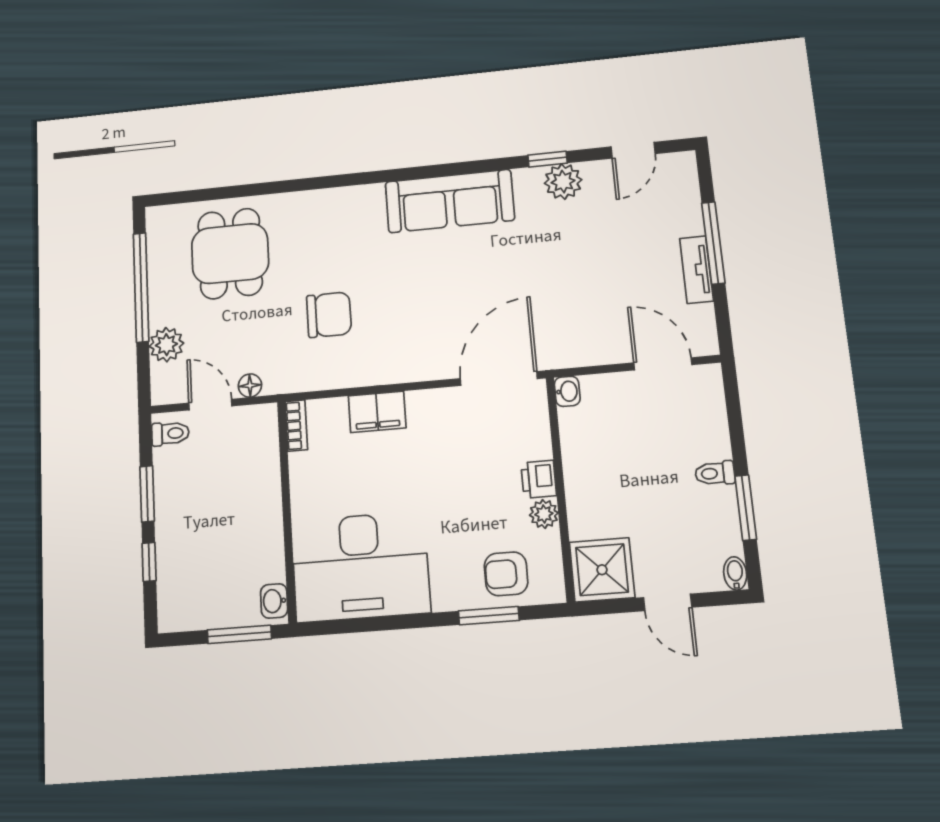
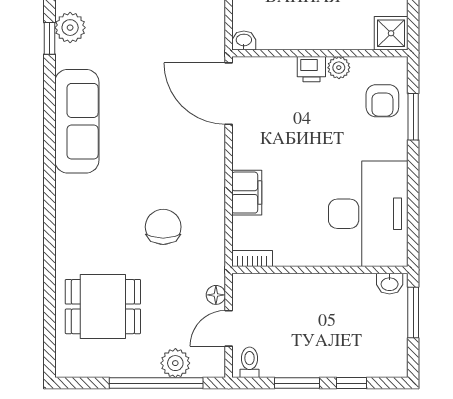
window: (141, 287) -> (156, 383), moved
shower: (602, 570) -> (391, 33), width x0.73, depth x0.73

